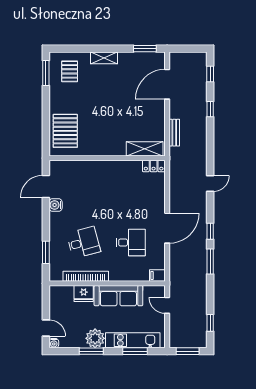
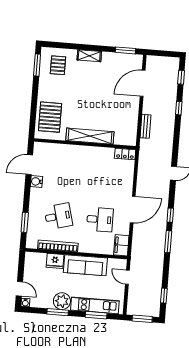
shelving: (145, 149) -> (90, 136), moved, width x1.47
filing cabinet: (157, 276) -> (121, 245), width x2.00

